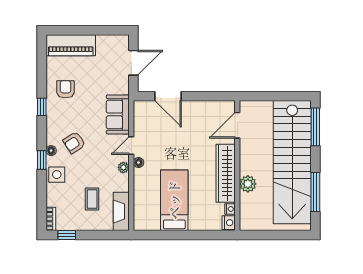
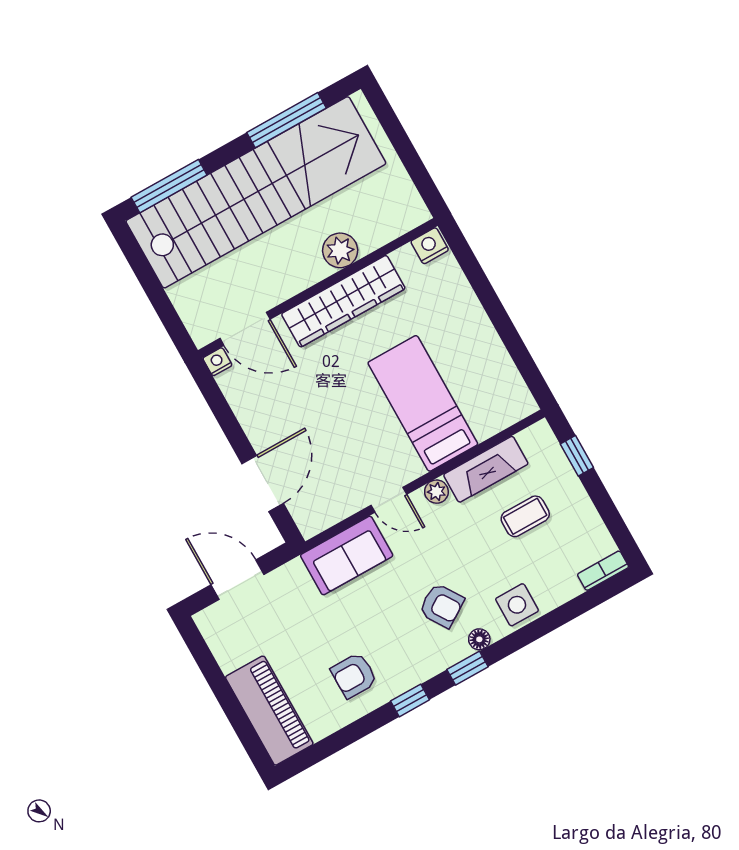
window: (42, 160) -> (468, 668), moved
floor lamp: (139, 163) -> (412, 469), removed
bed: (174, 200) -> (423, 403), moved, turned 90
nightstand: (230, 209) -> (217, 362), moved
fireplace: (121, 211) -> (486, 469), moved
window: (67, 235) -> (577, 456), moved

